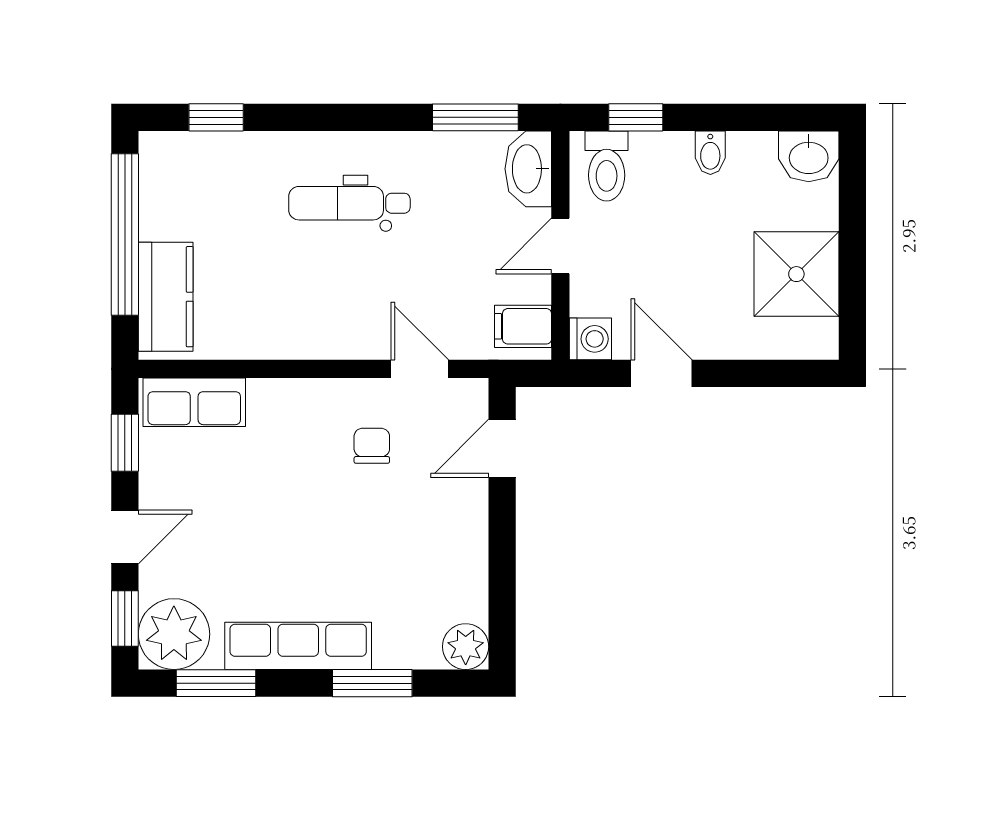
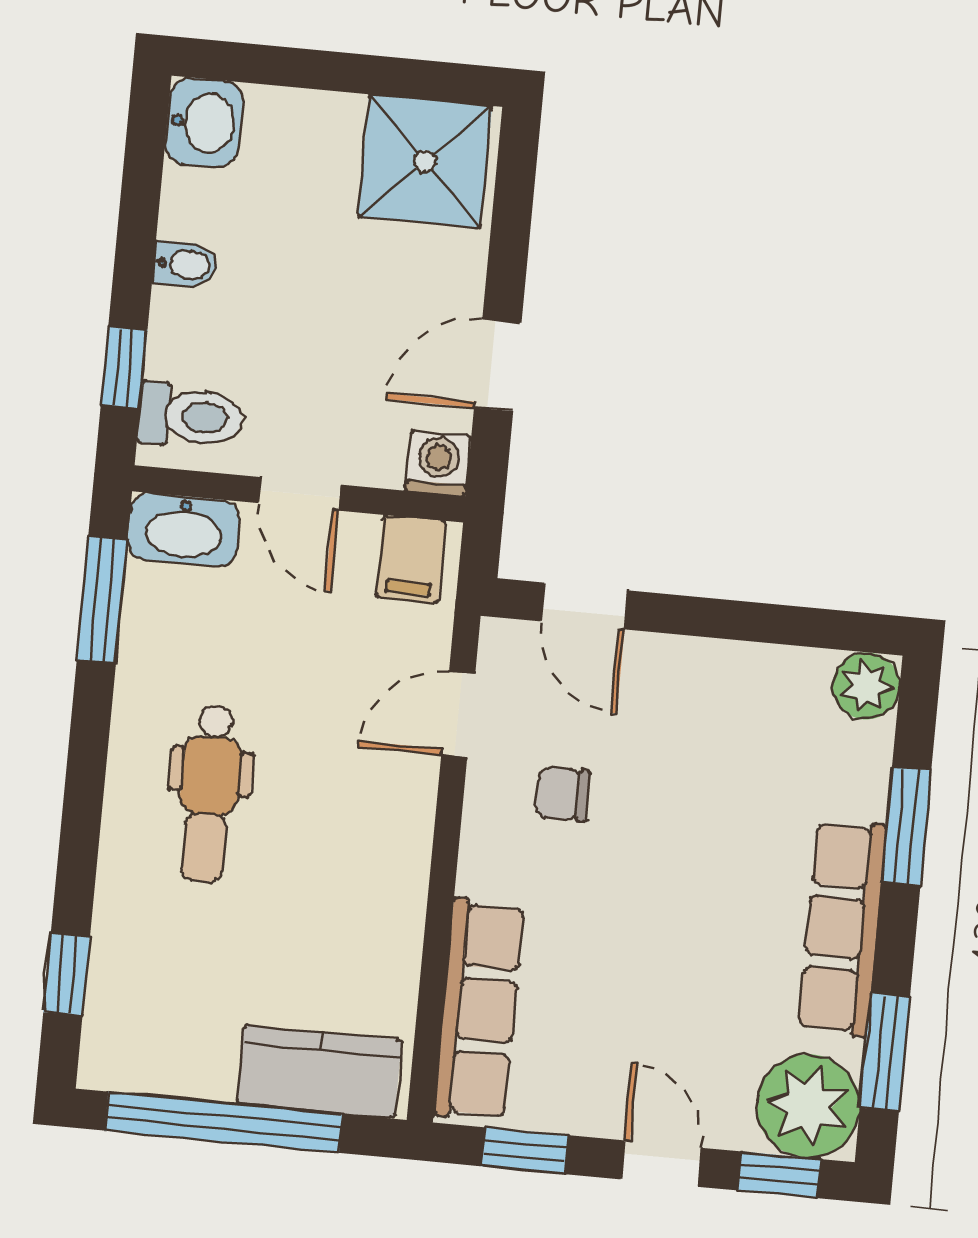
shower: (796, 274) -> (425, 161), moved
row of seats: (194, 402) -> (479, 1010), width x1.48

